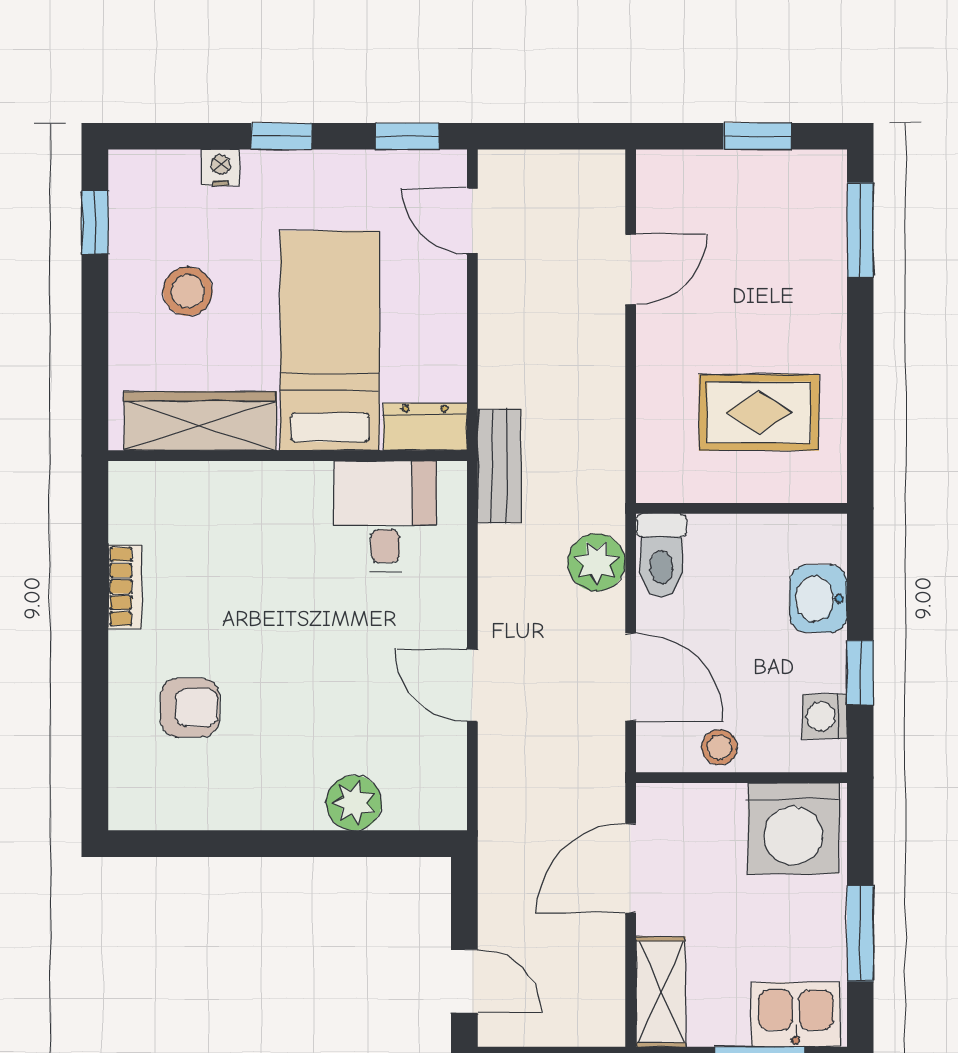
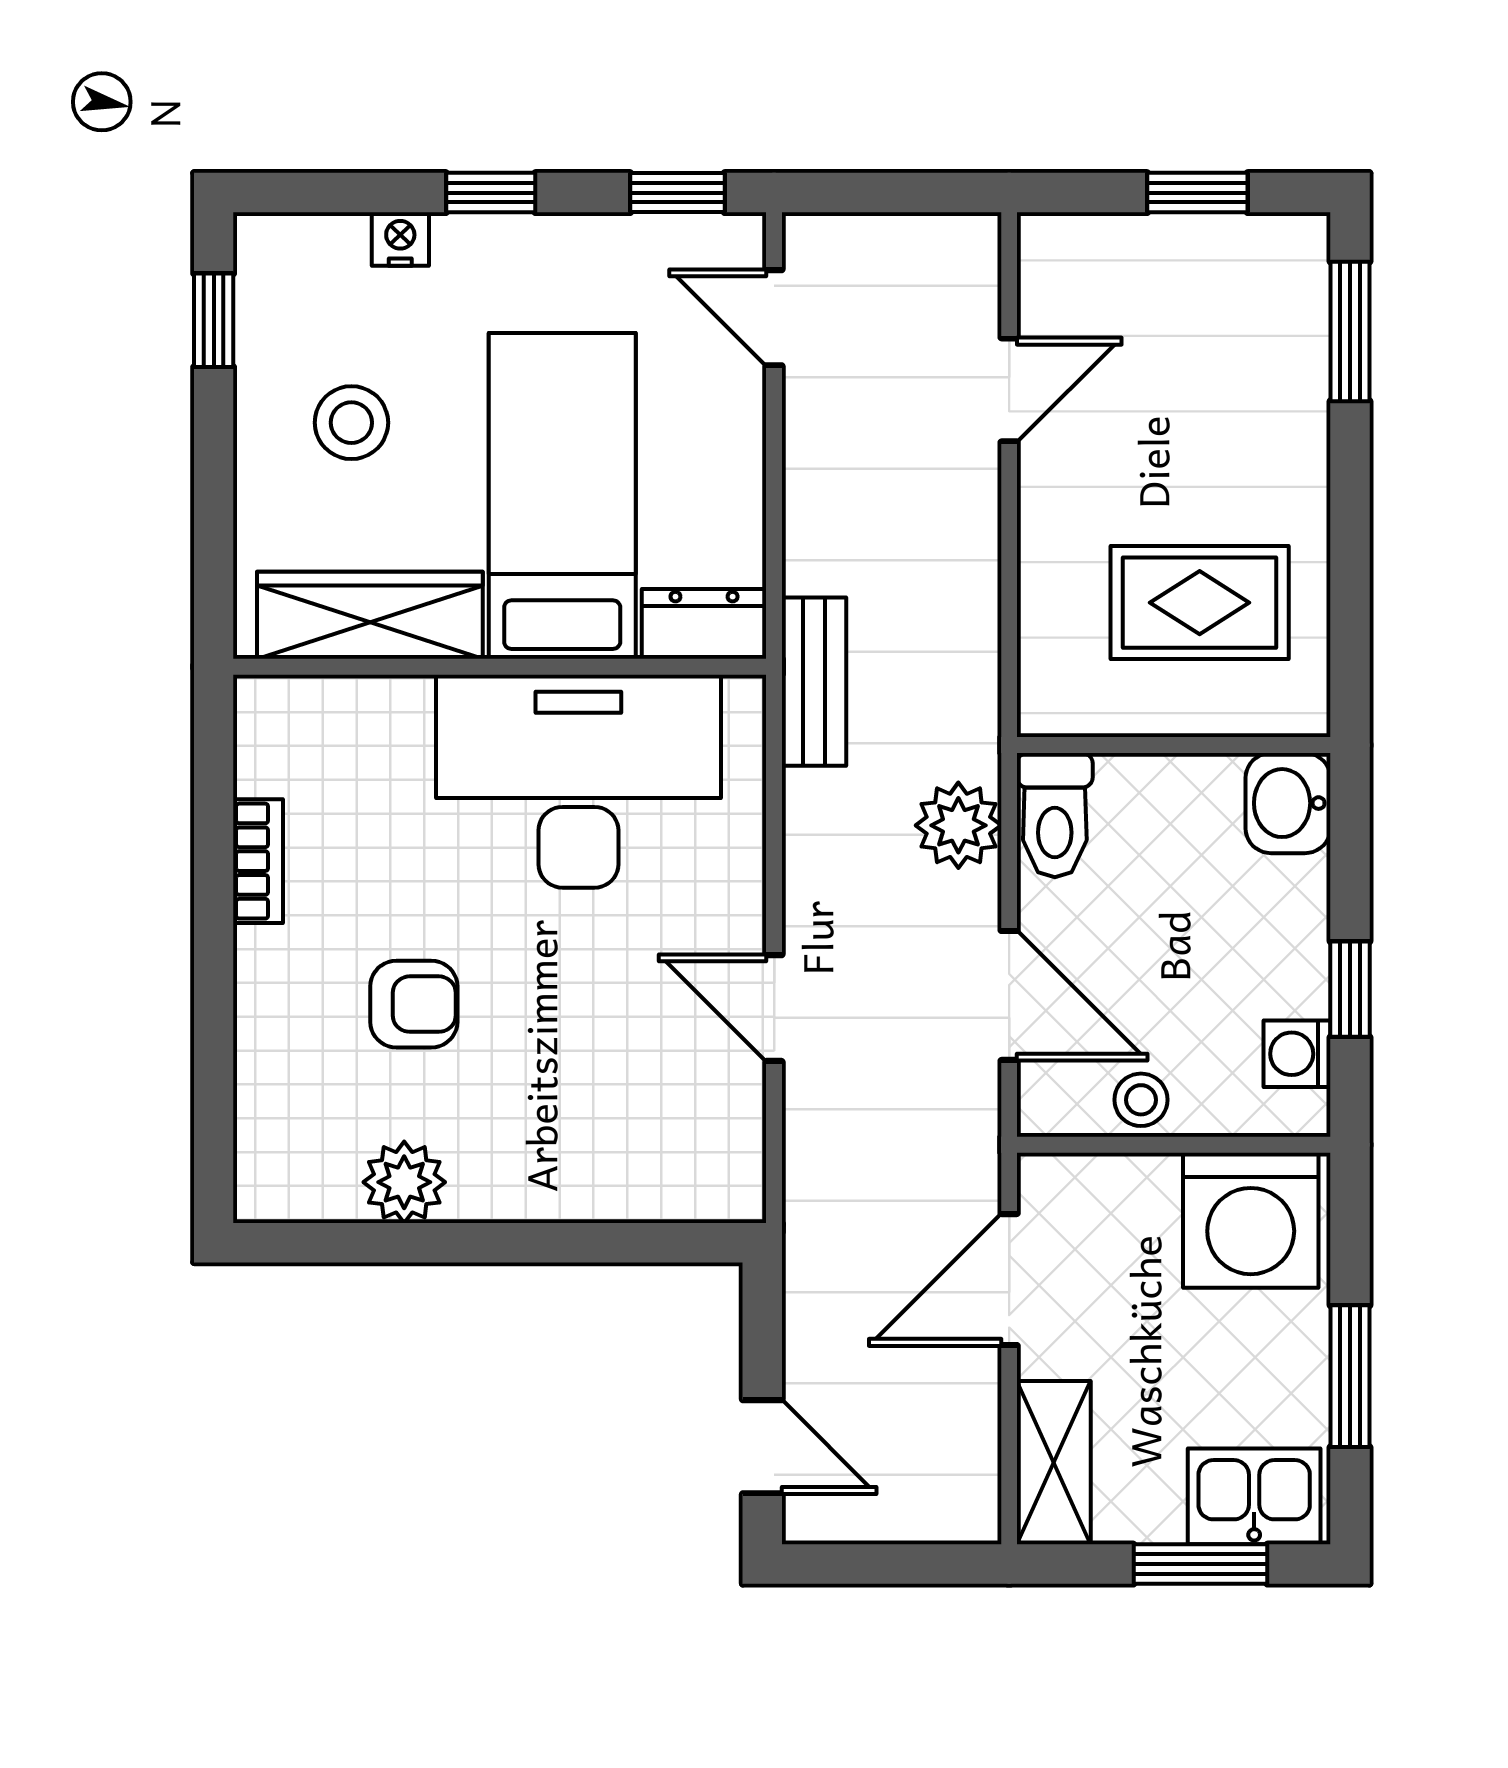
desk: (385, 516) -> (578, 781), width x1.87, depth x1.30
washbasin: (818, 599) -> (1288, 803), moved
armchair: (190, 708) -> (414, 1004), moved
plant: (354, 803) -> (404, 1182), moved

